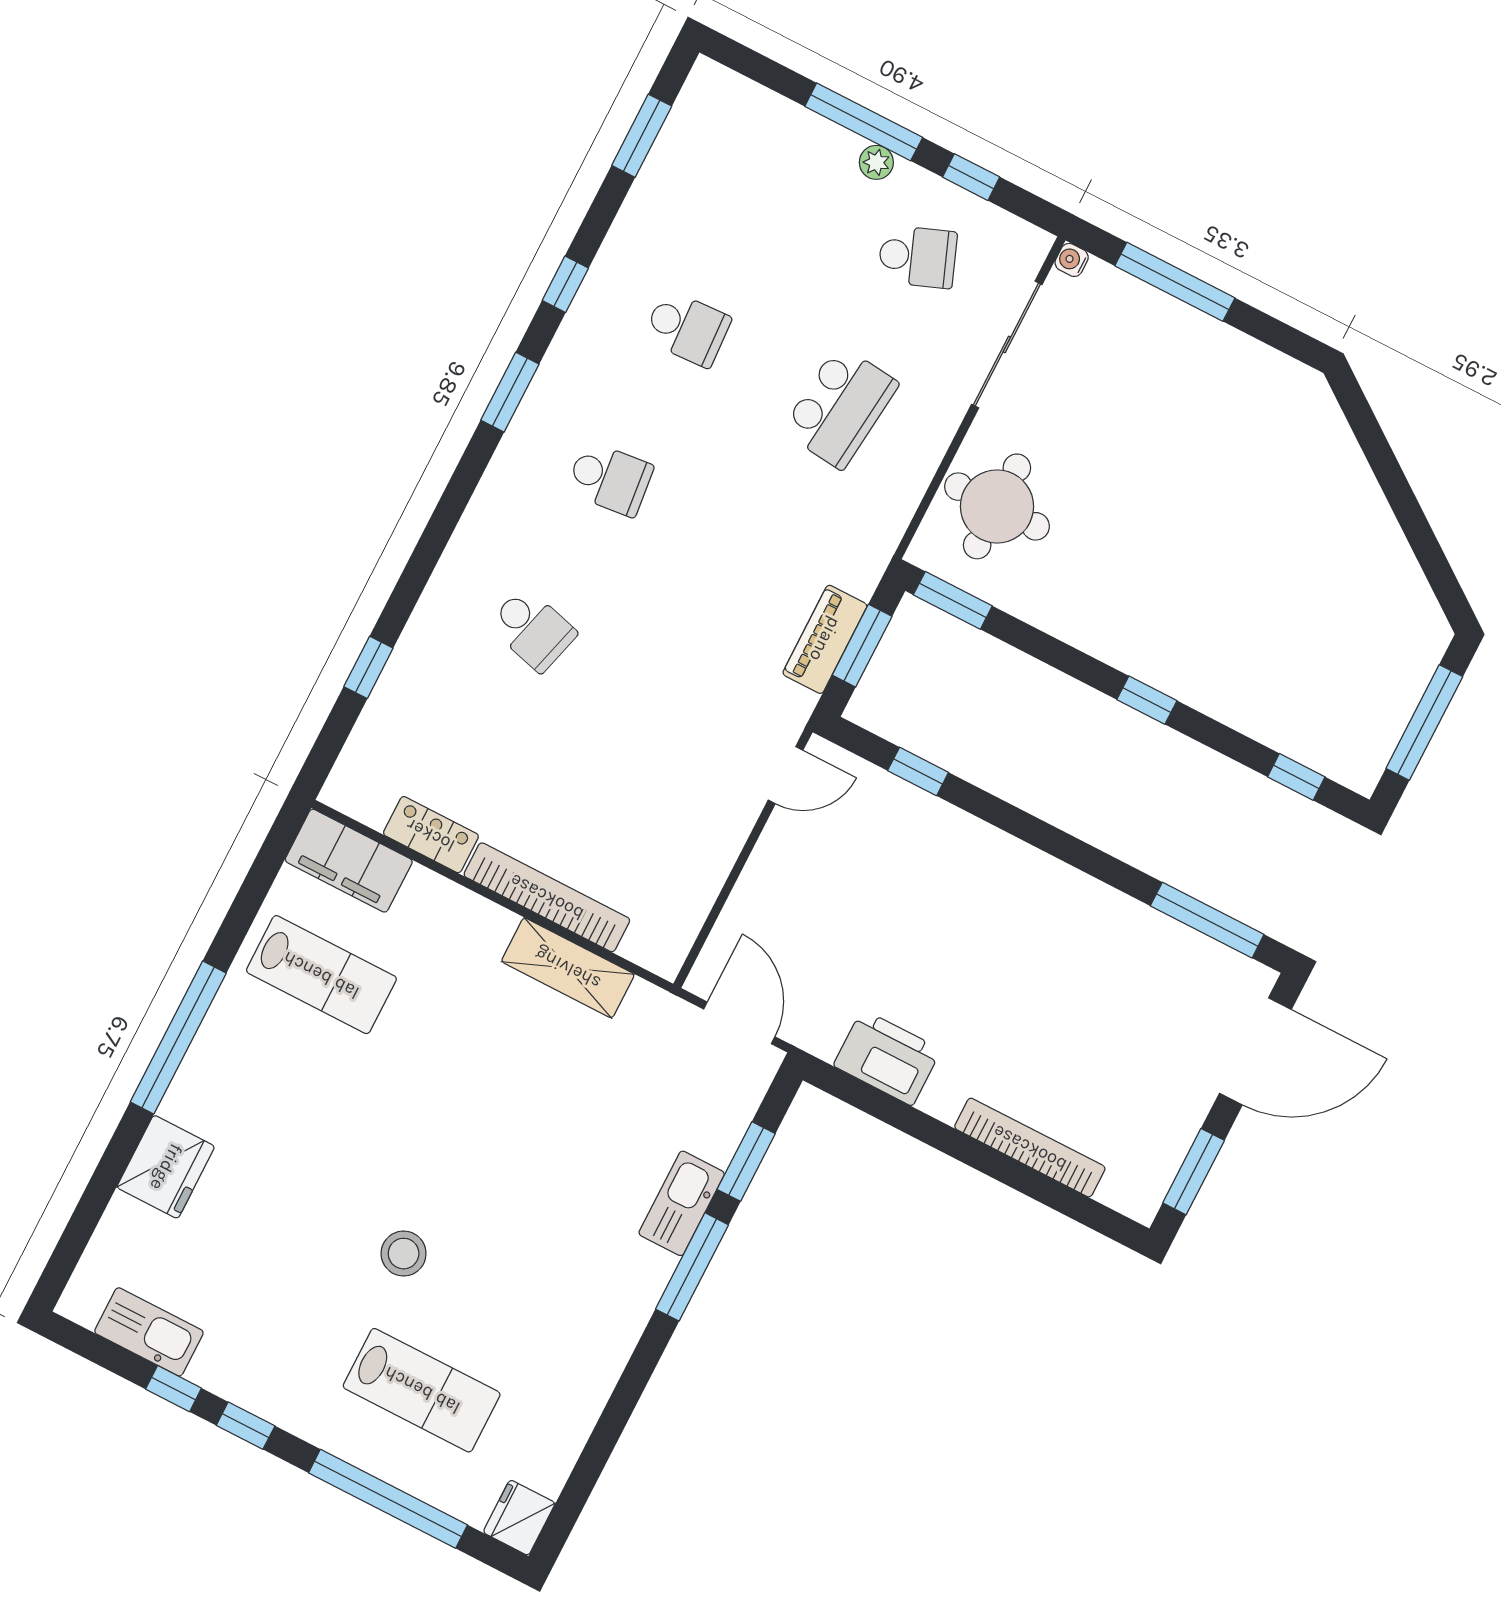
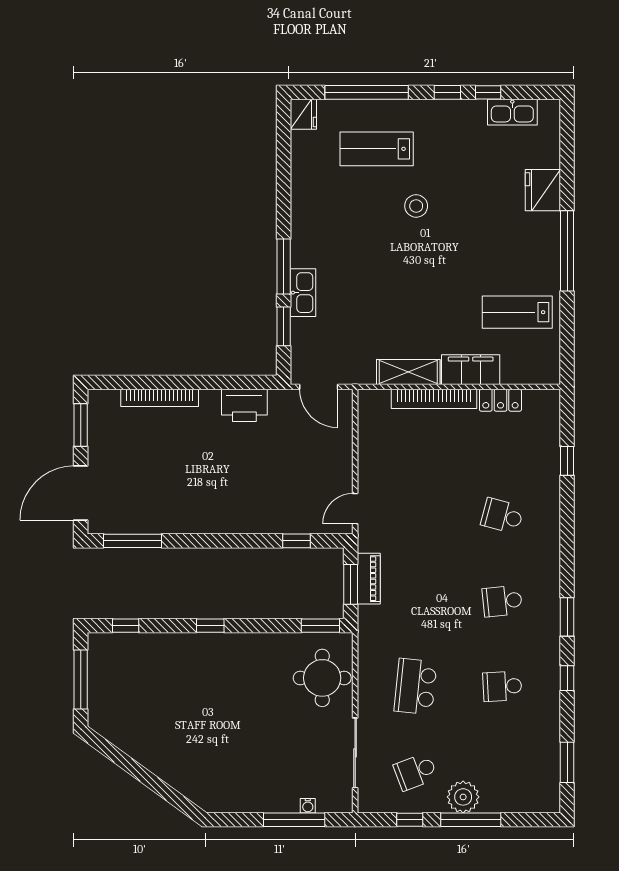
plant: (876, 162) -> (463, 797), width x1.88, depth x1.88
water cooler: (1072, 260) -> (308, 806), moved, turned 90
filing cabinet: (349, 861) -> (471, 370), moved

